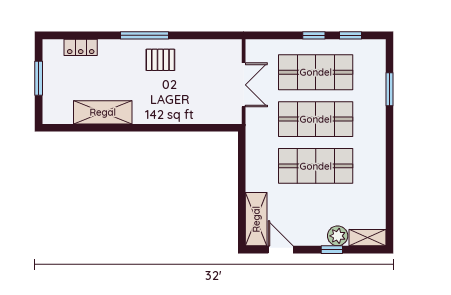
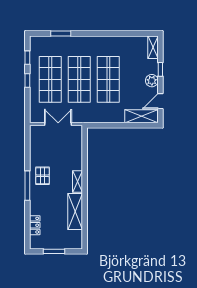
shelving: (151, 116) -> (77, 182), added
plant: (338, 236) -> (152, 81), moved

